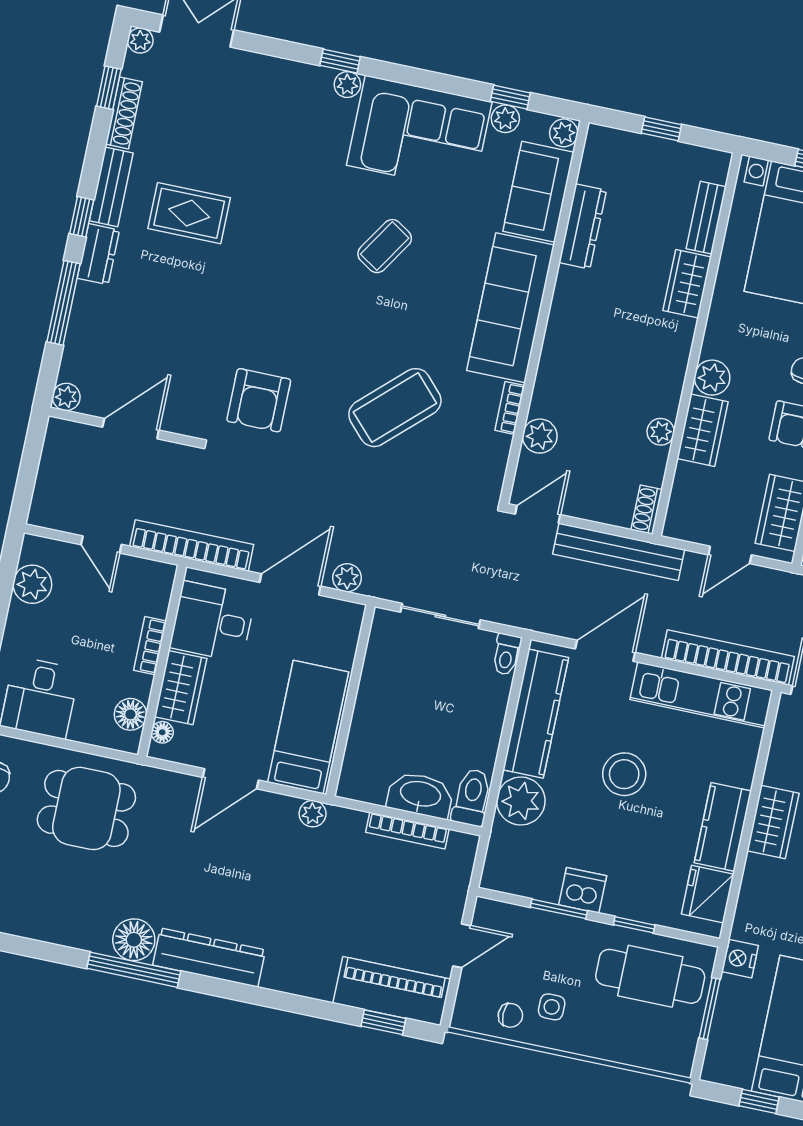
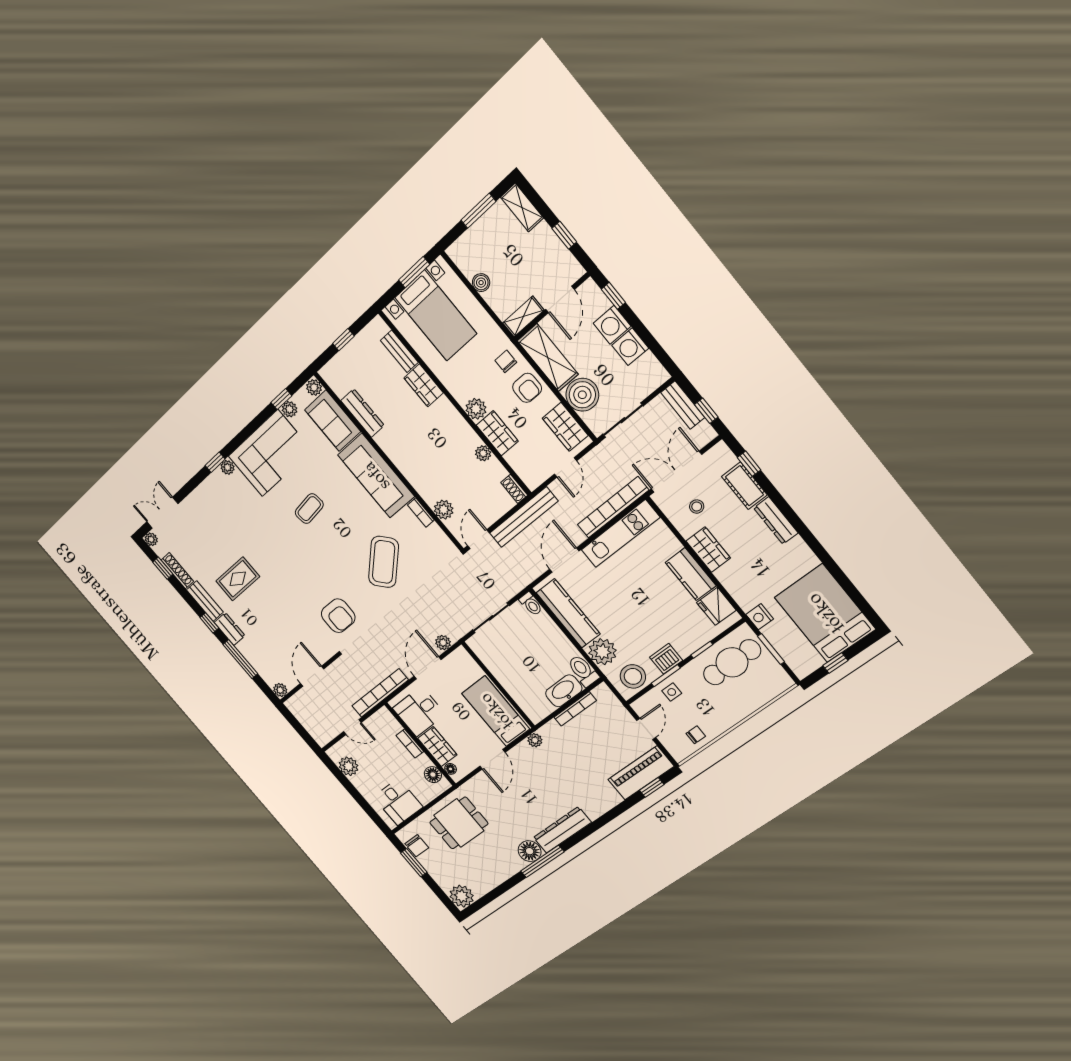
coffee table: (385, 246) -> (309, 509), turned 50
stool: (624, 774) -> (633, 676), moved
side table: (552, 1007) -> (672, 692), moved

